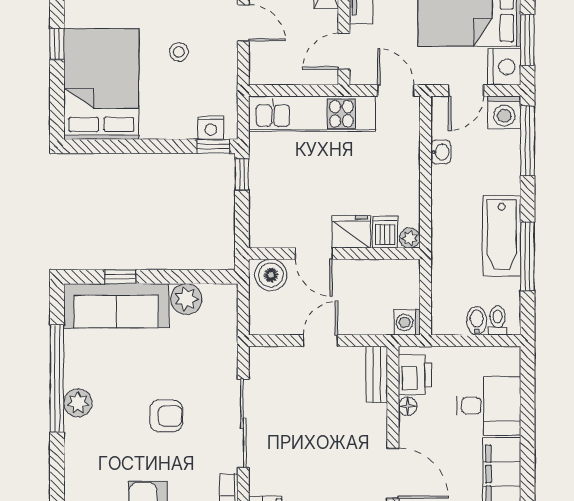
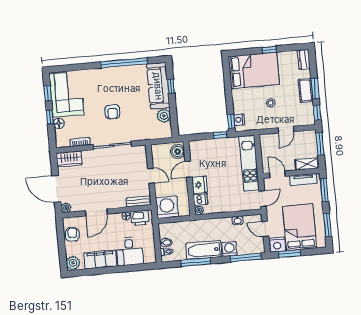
washing machine: (504, 112) -> (229, 249), moved, turned 90
washing machine: (407, 322) -> (167, 207), width x1.89, depth x1.89
plant: (78, 403) -> (114, 73), removed

